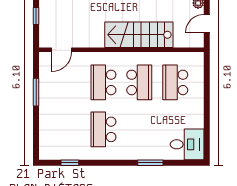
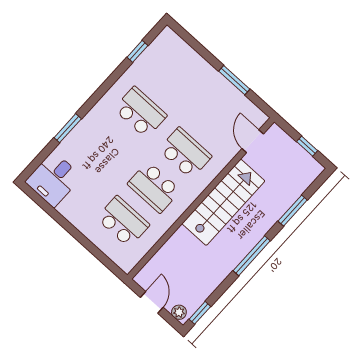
stairs: (139, 35) -> (223, 202), moved

